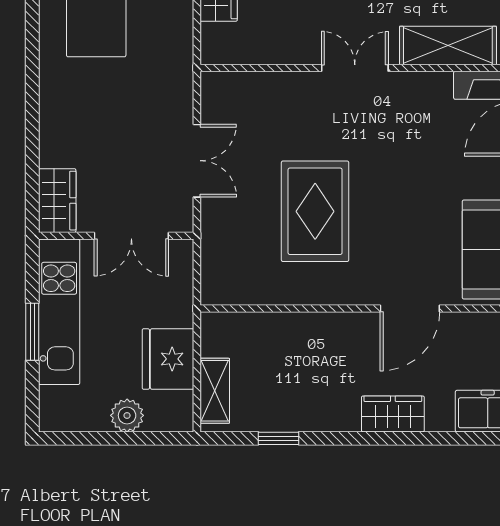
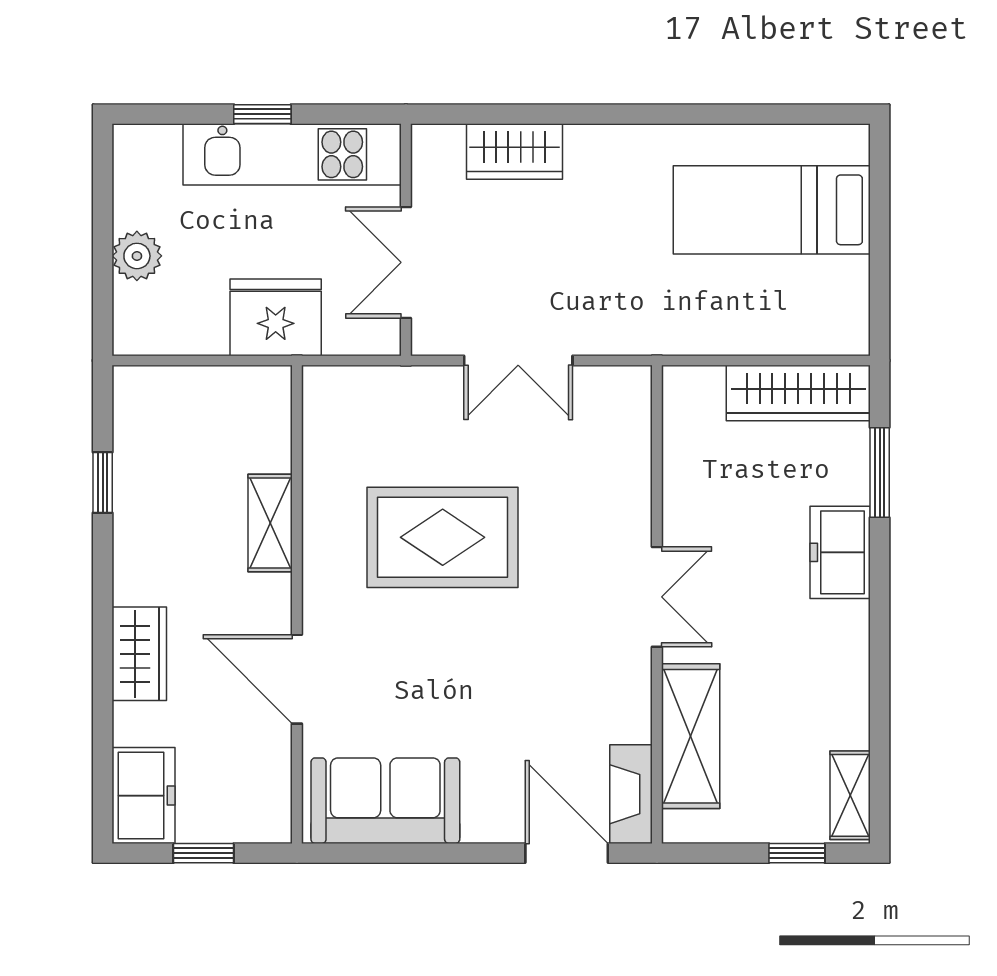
wardrobe: (57, 201) -> (514, 151), moved
window: (32, 332) -> (262, 114), width x0.67
fridge: (168, 359) -> (276, 317), moved
shelving: (215, 391) -> (270, 523), moved, turned 90

